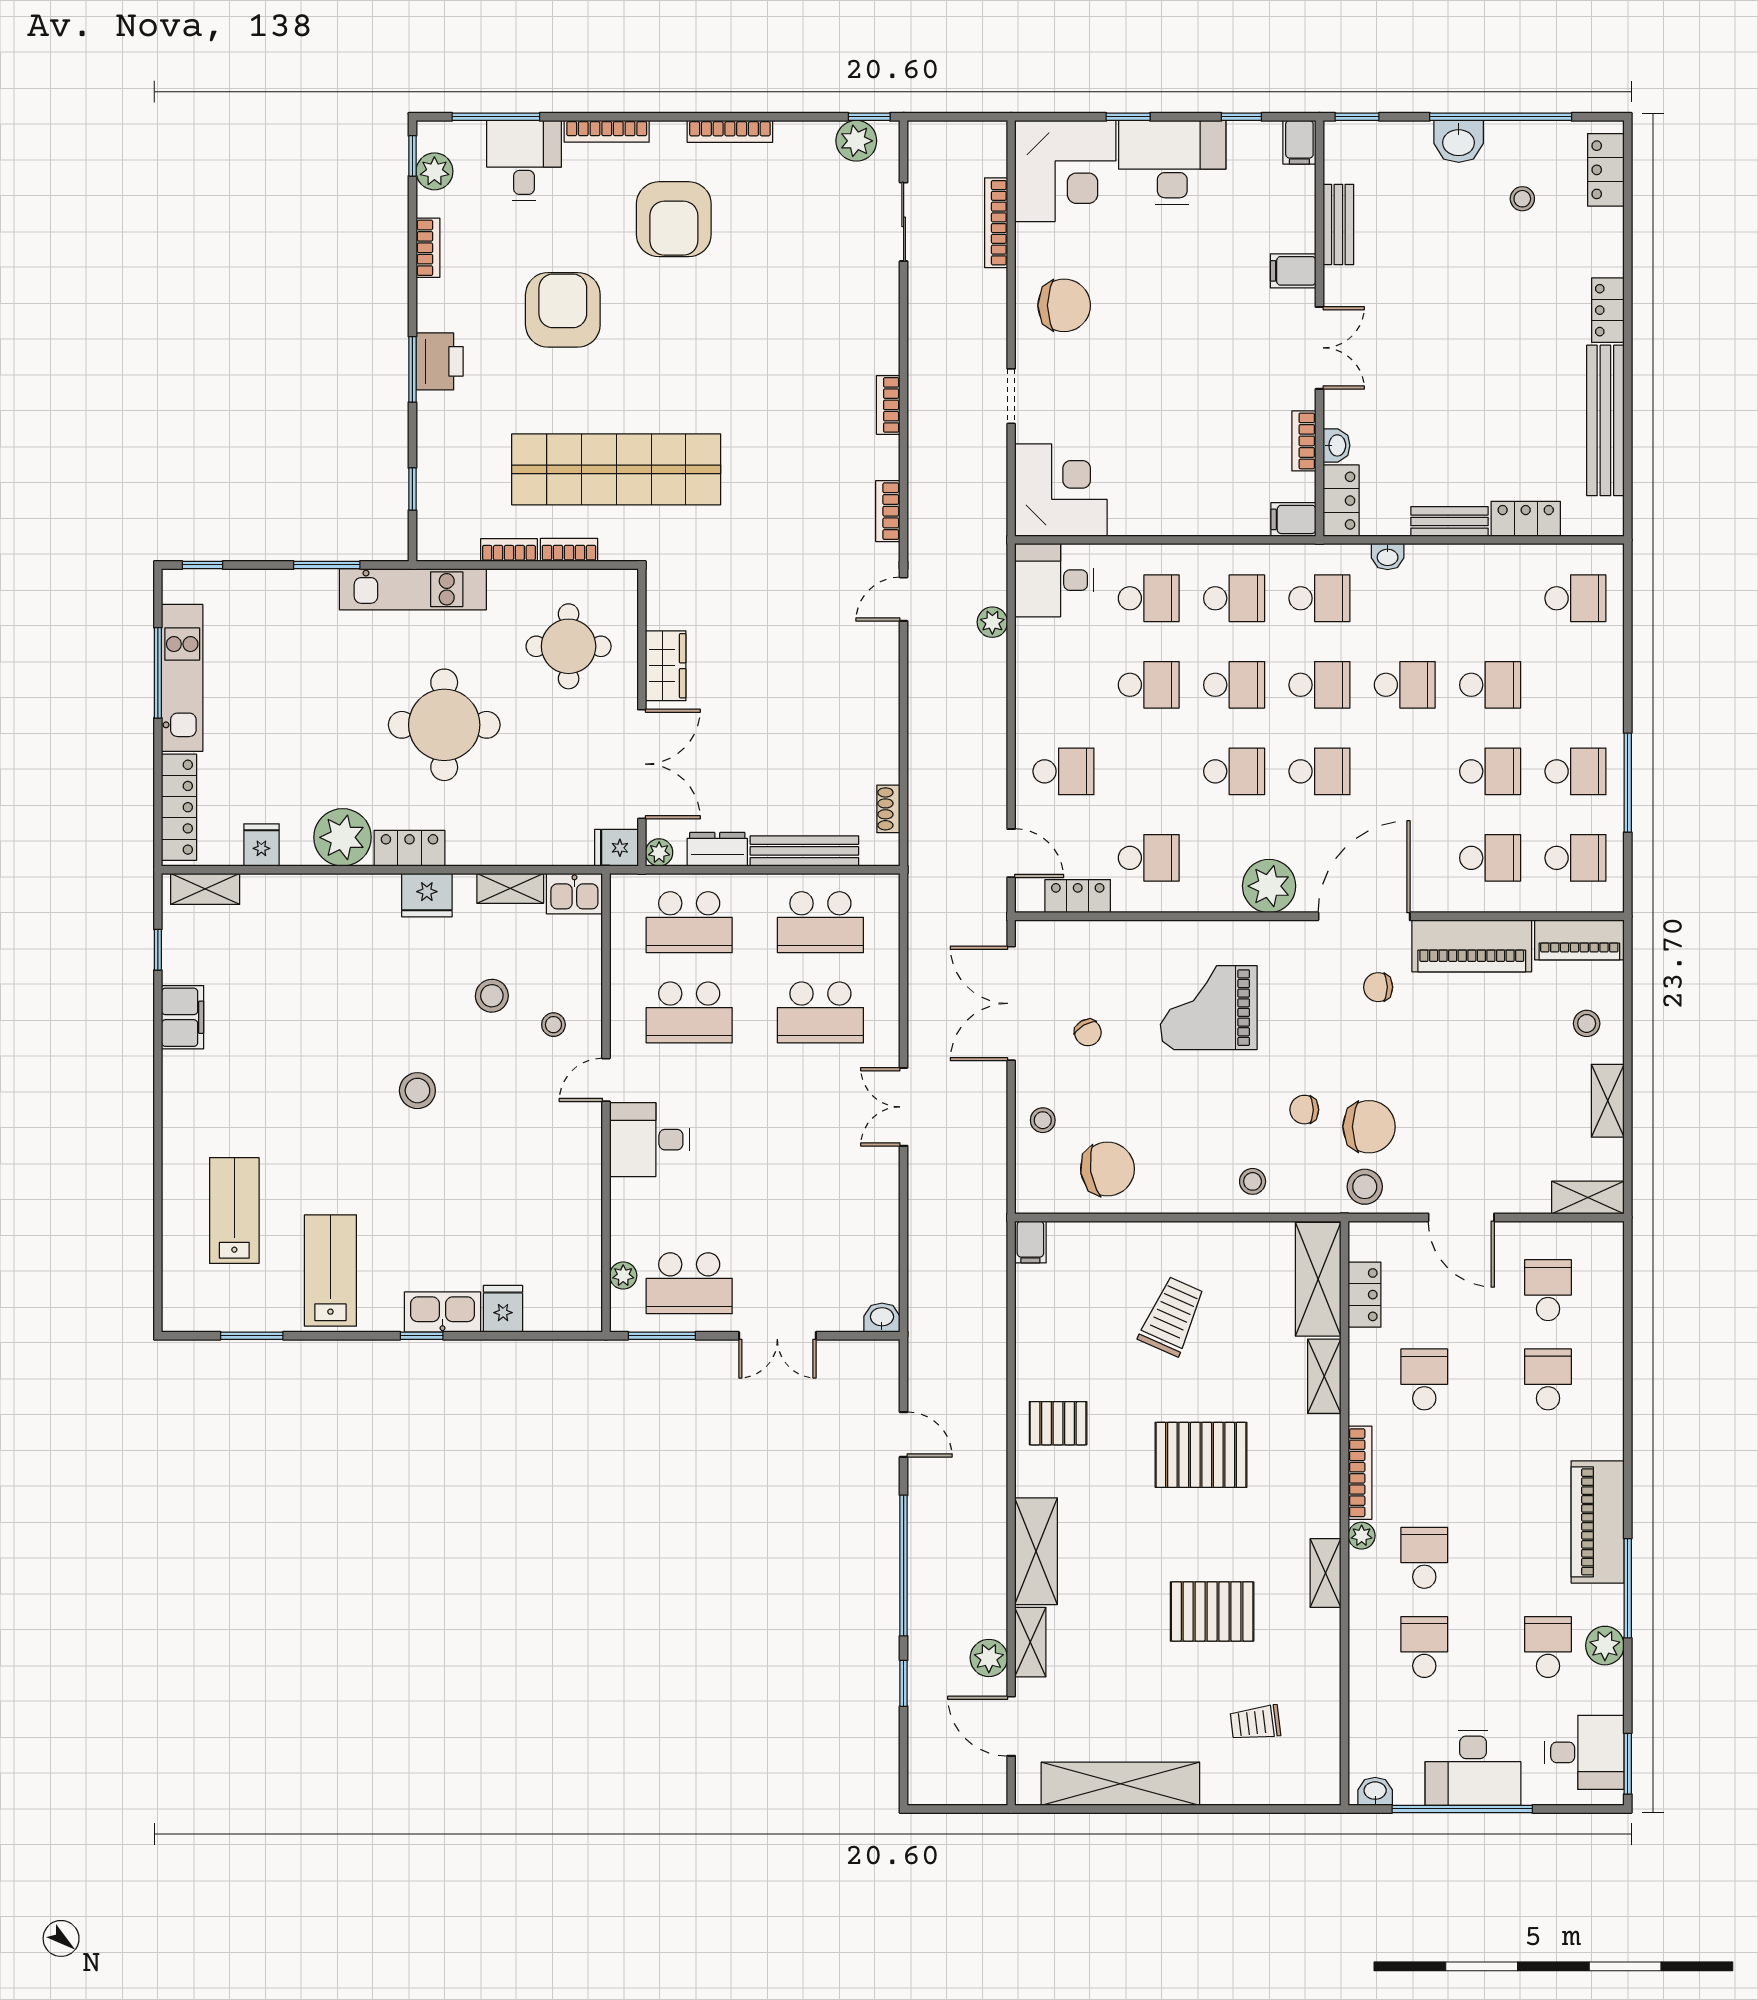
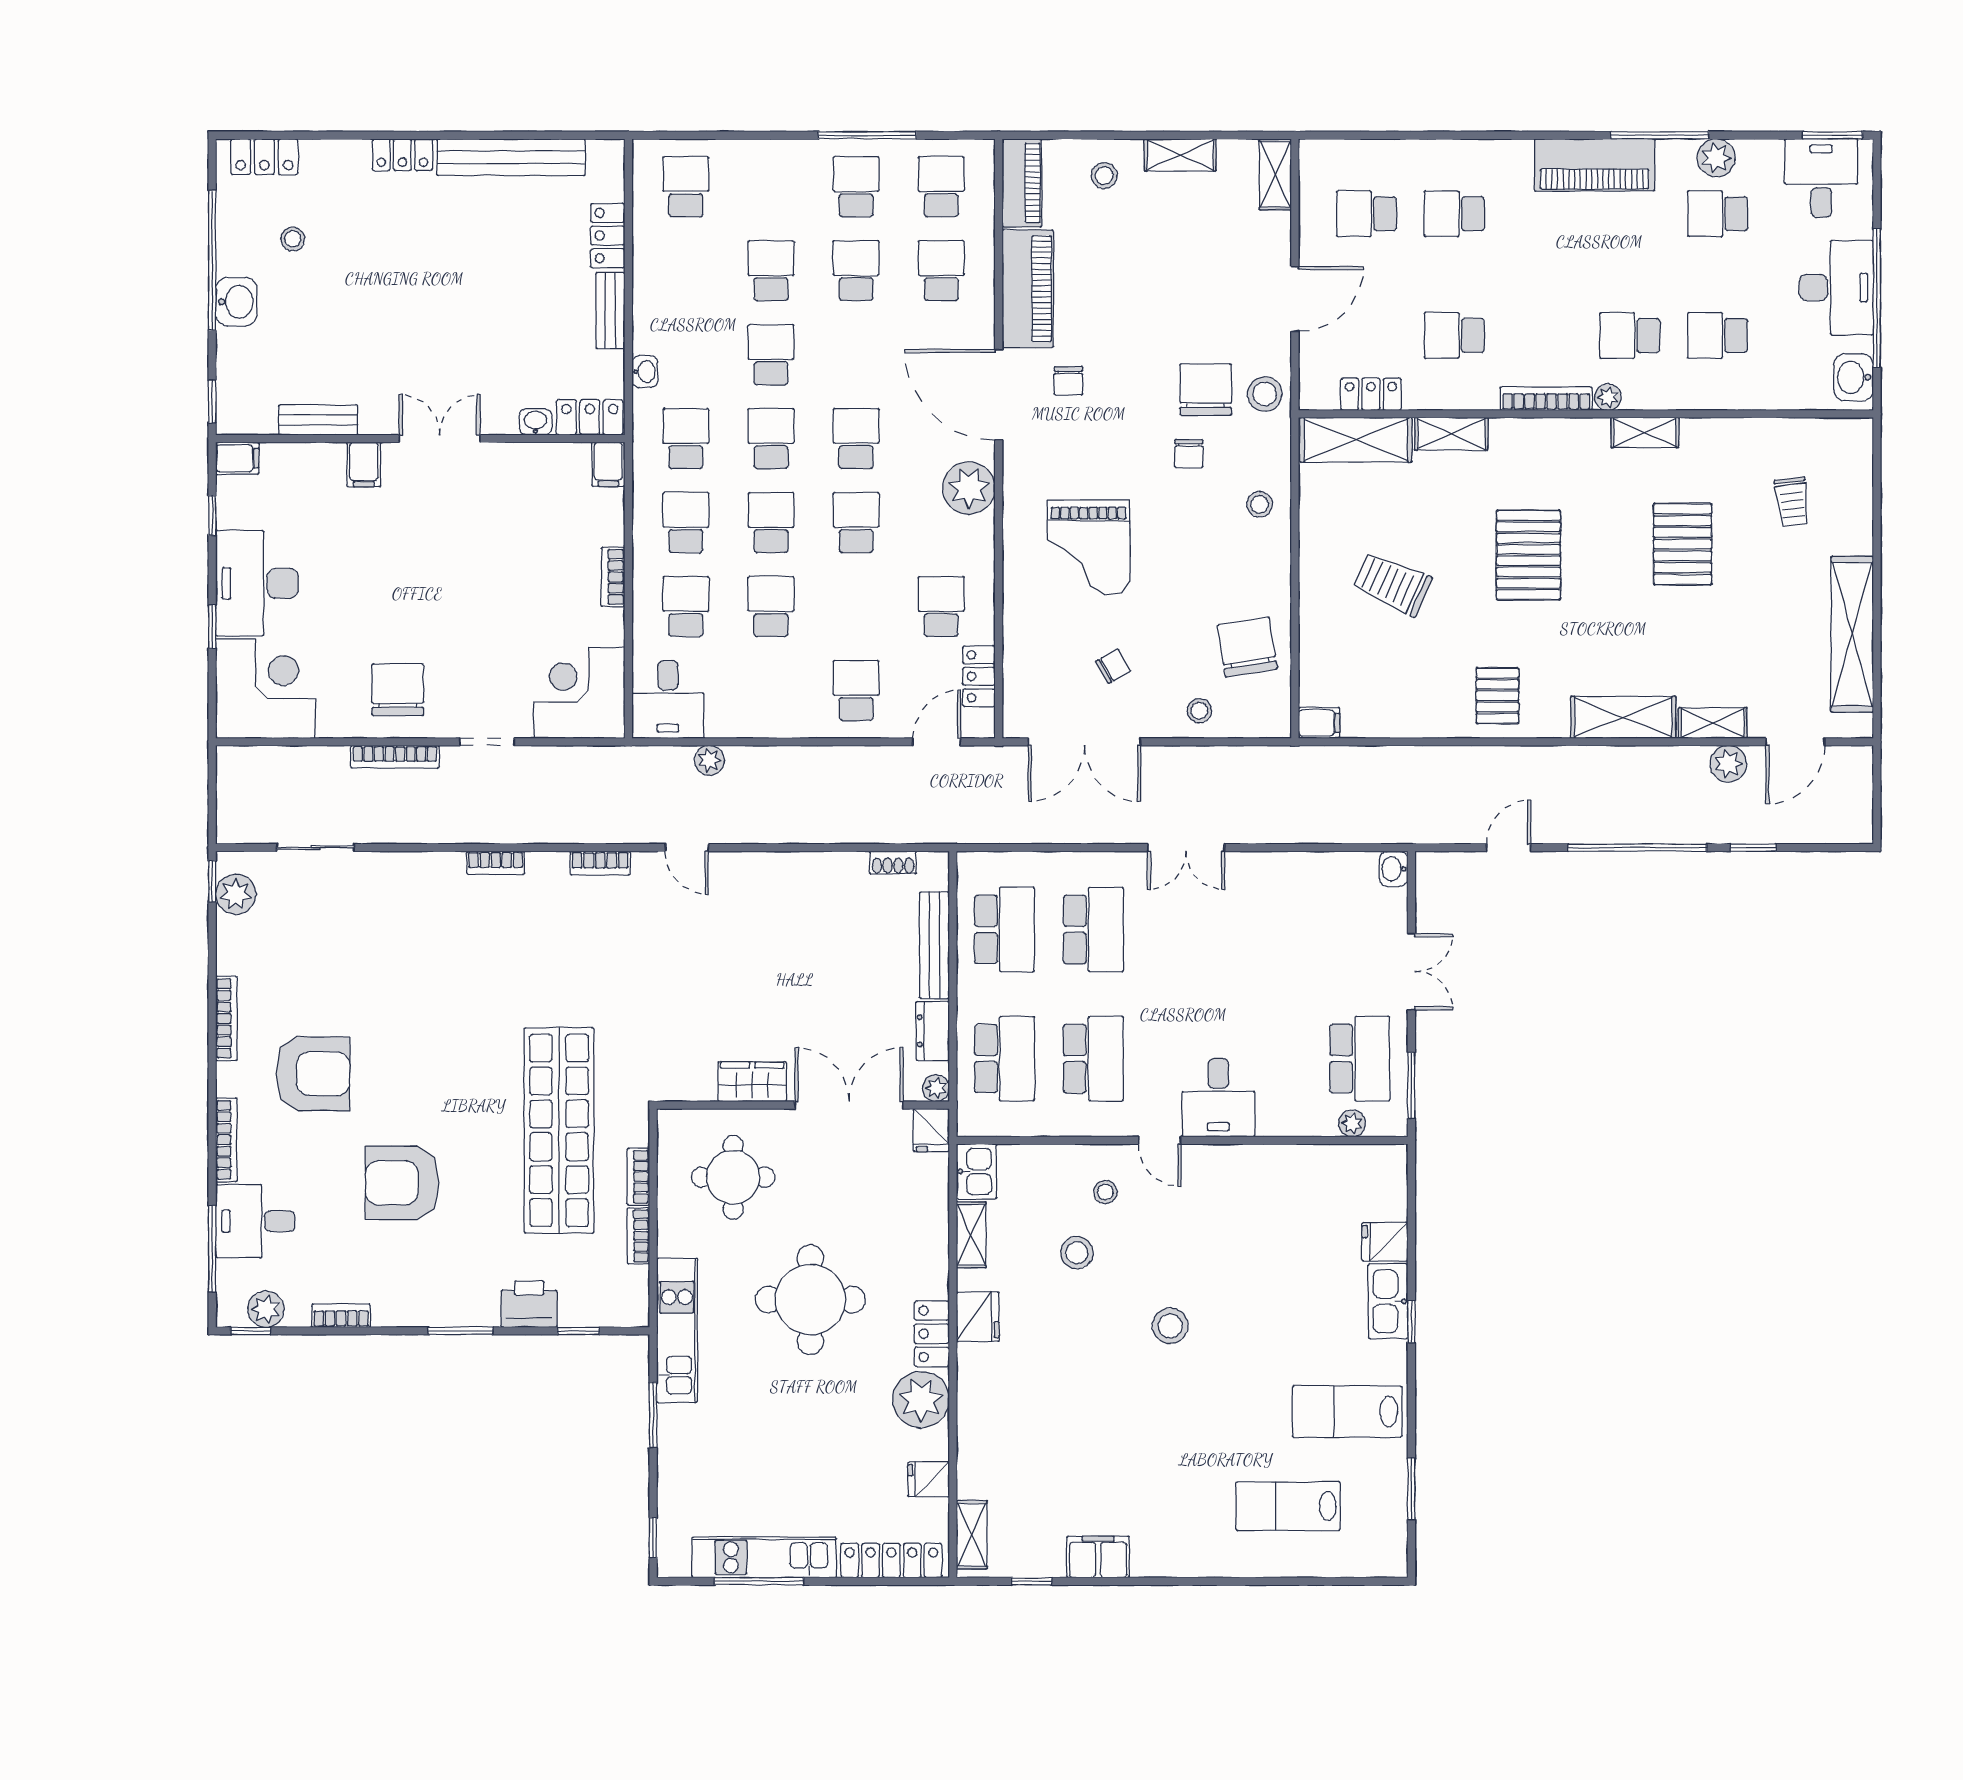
bookcase: (996, 223) -> (395, 757), moved
printer: (440, 361) -> (529, 1304), moved
bookcase: (1304, 441) -> (613, 577), moved, turned 90
washbasin: (1375, 1791) -> (1853, 377), width x1.38, depth x1.45

